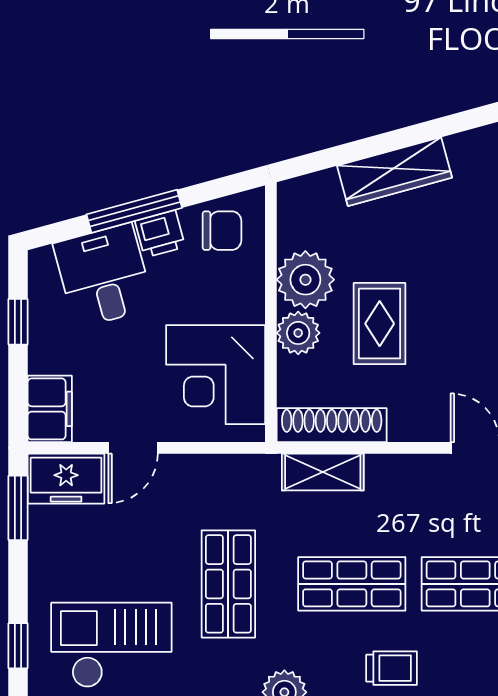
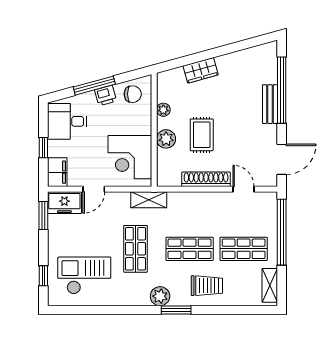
wardrobe: (395, 172) -> (201, 70), width x0.67
desk: (104, 276) -> (67, 121), moved, turned -75
plant: (305, 280) -> (163, 110), width x0.53, depth x0.53
window: (18, 322) -> (43, 148), moved
shoe rack: (332, 425) -> (206, 179), moved
shelving: (323, 472) -> (149, 200), moved
trolley: (392, 668) -> (207, 286), width x1.36, depth x1.39

